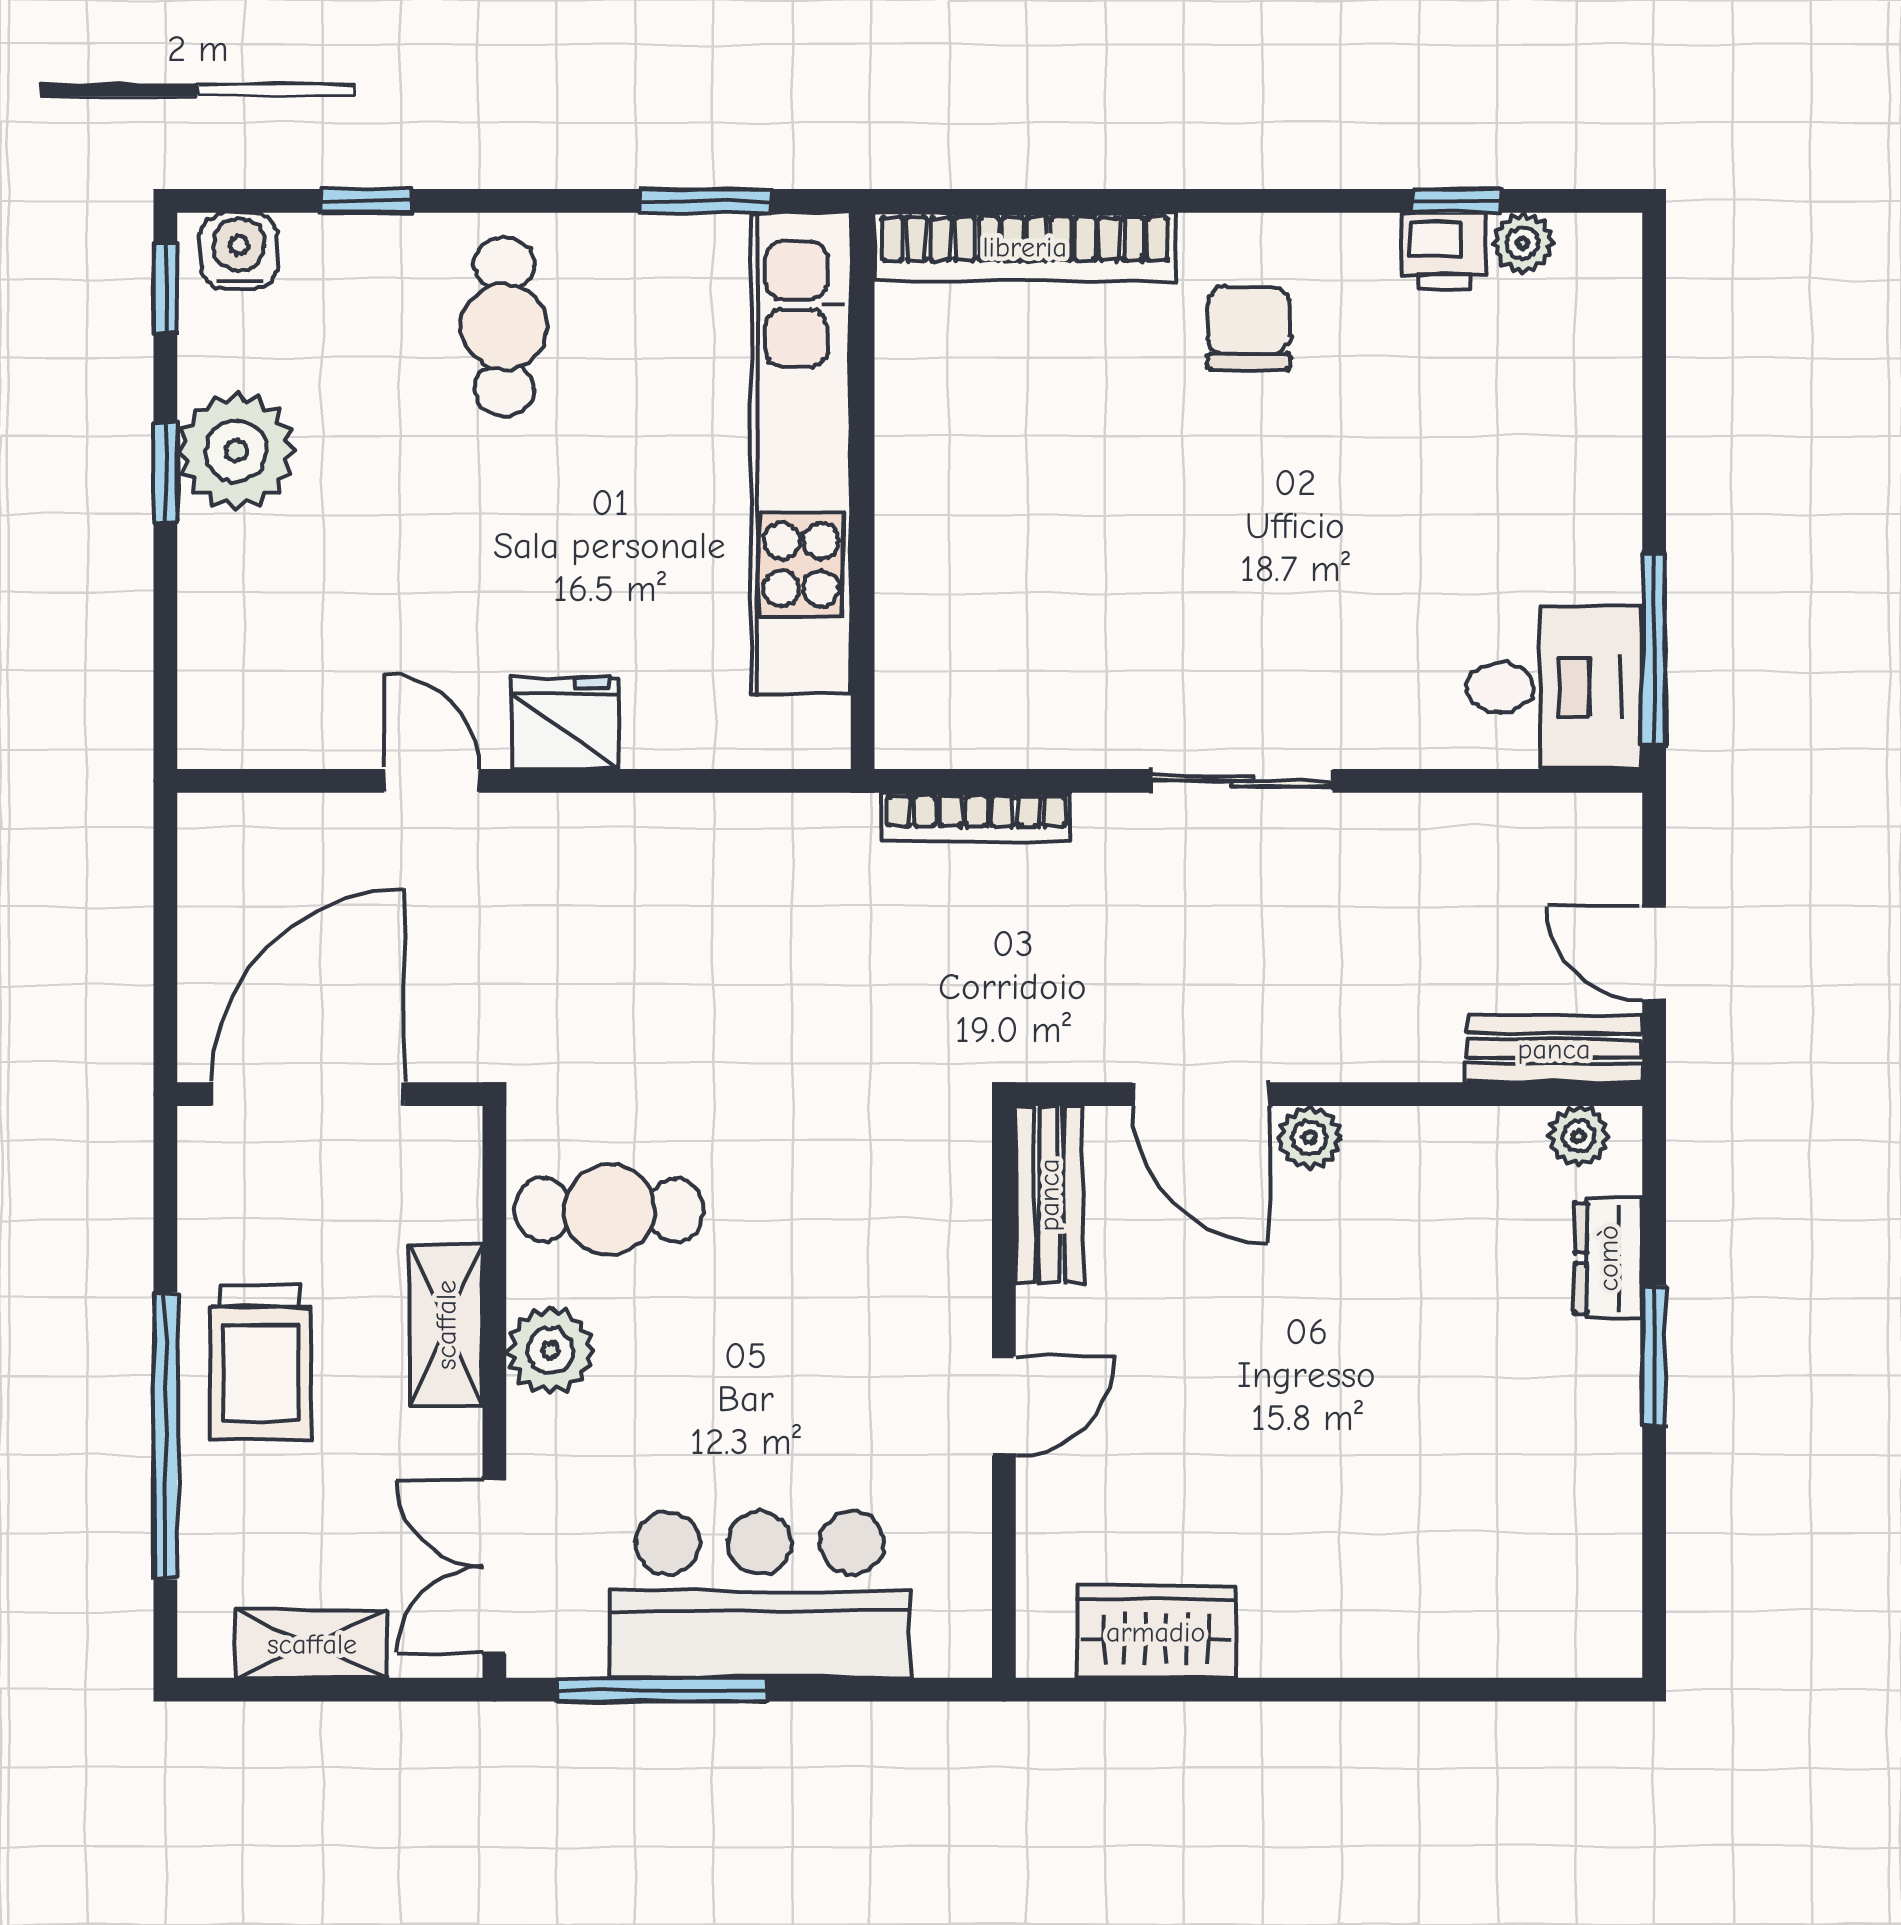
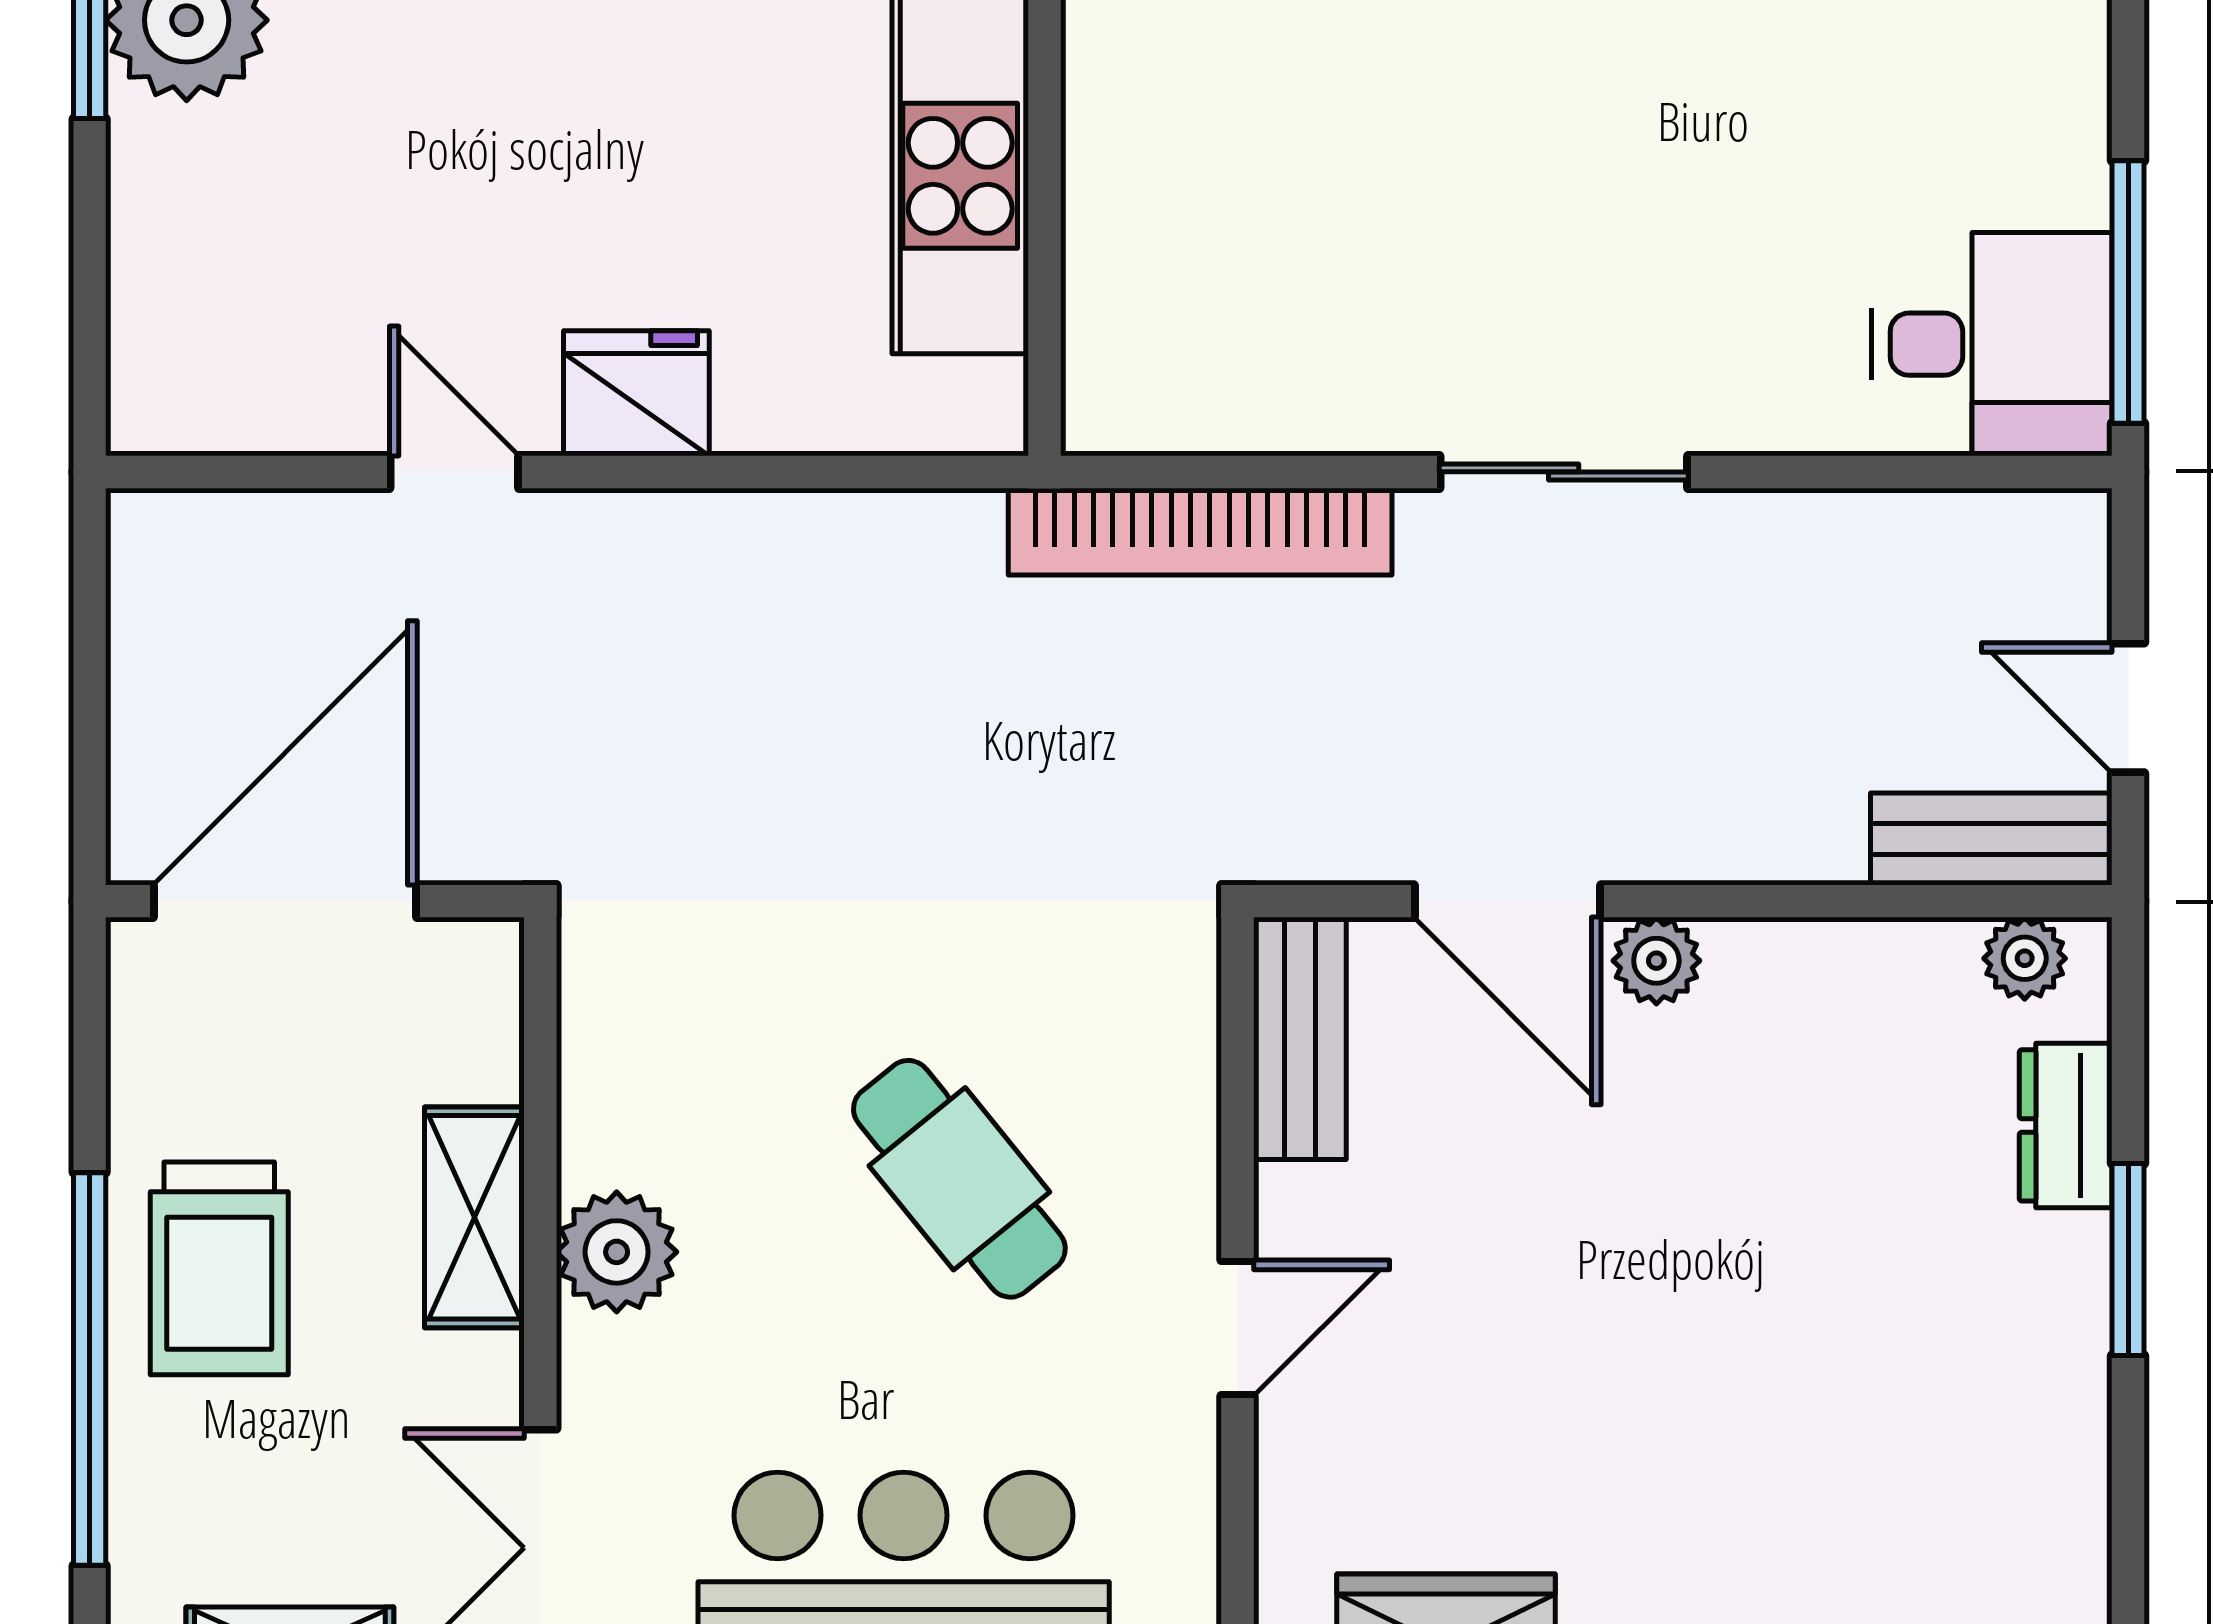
bookcase: (976, 817) -> (1200, 532), width x1.48, depth x1.31
cafe table: (609, 1210) -> (959, 1179), moved, turned 51

